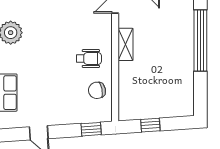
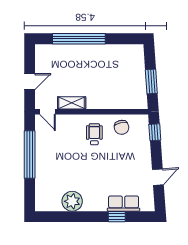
shelving: (126, 44) -> (72, 103), moved
window: (150, 125) -> (151, 82), width x1.50

